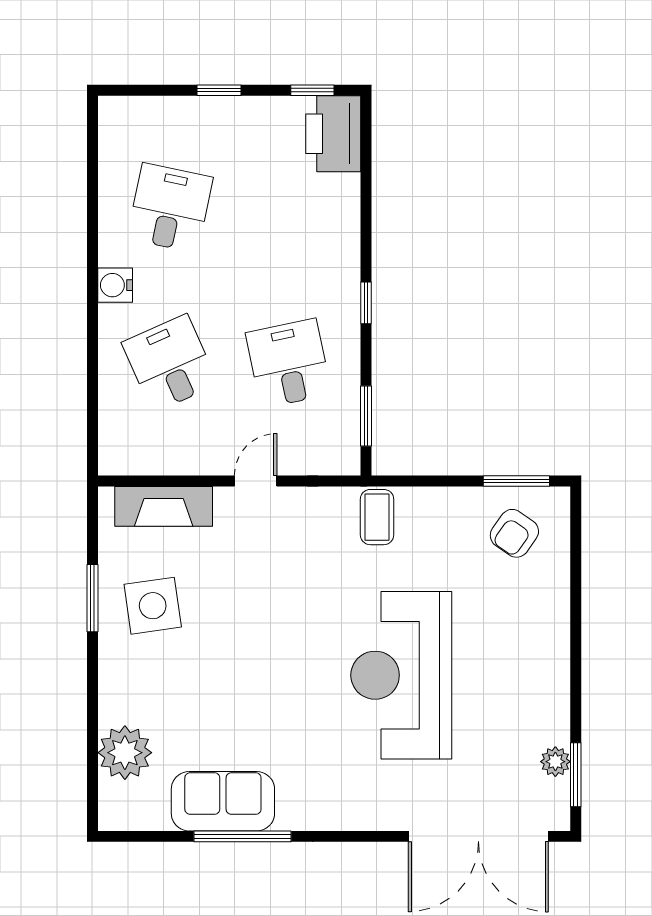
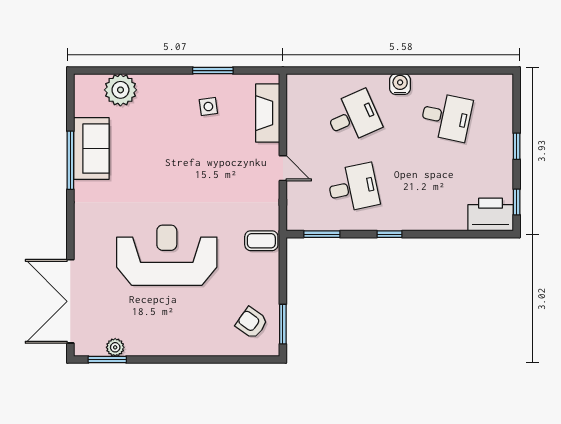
side table: (153, 606) -> (208, 107), width x0.54, depth x0.54

